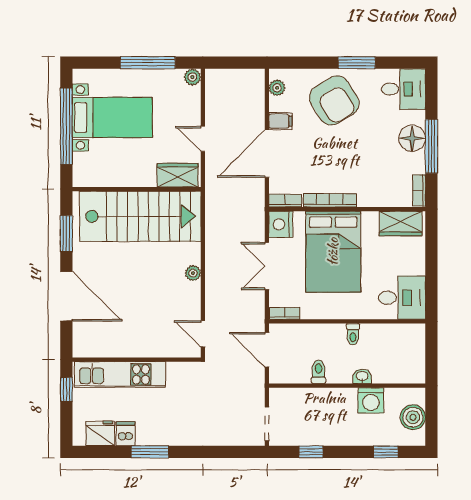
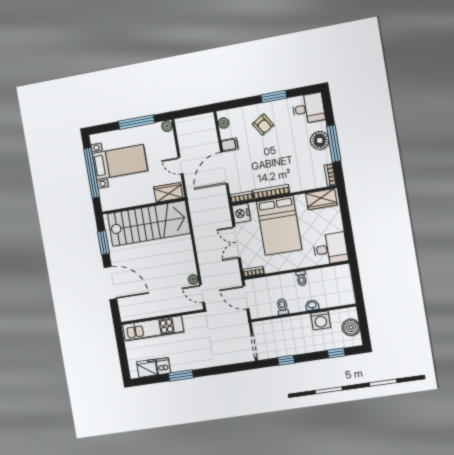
armchair: (334, 100) -> (263, 125), width x0.53, depth x0.53
plant: (193, 273) -> (193, 279), moved
window: (66, 389) -> (121, 343), removed

